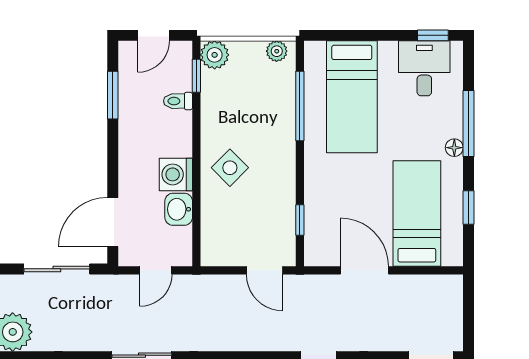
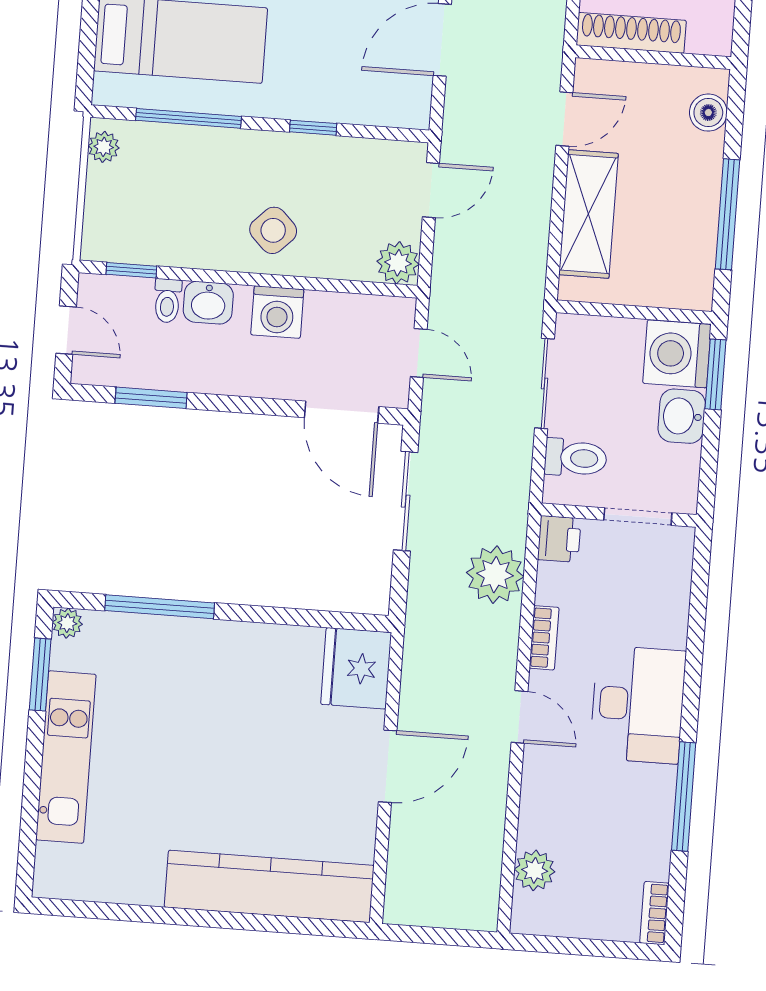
plant: (215, 55) -> (398, 263), moved
washbasin: (179, 209) -> (208, 303), moved
window: (300, 220) -> (313, 128), moved

